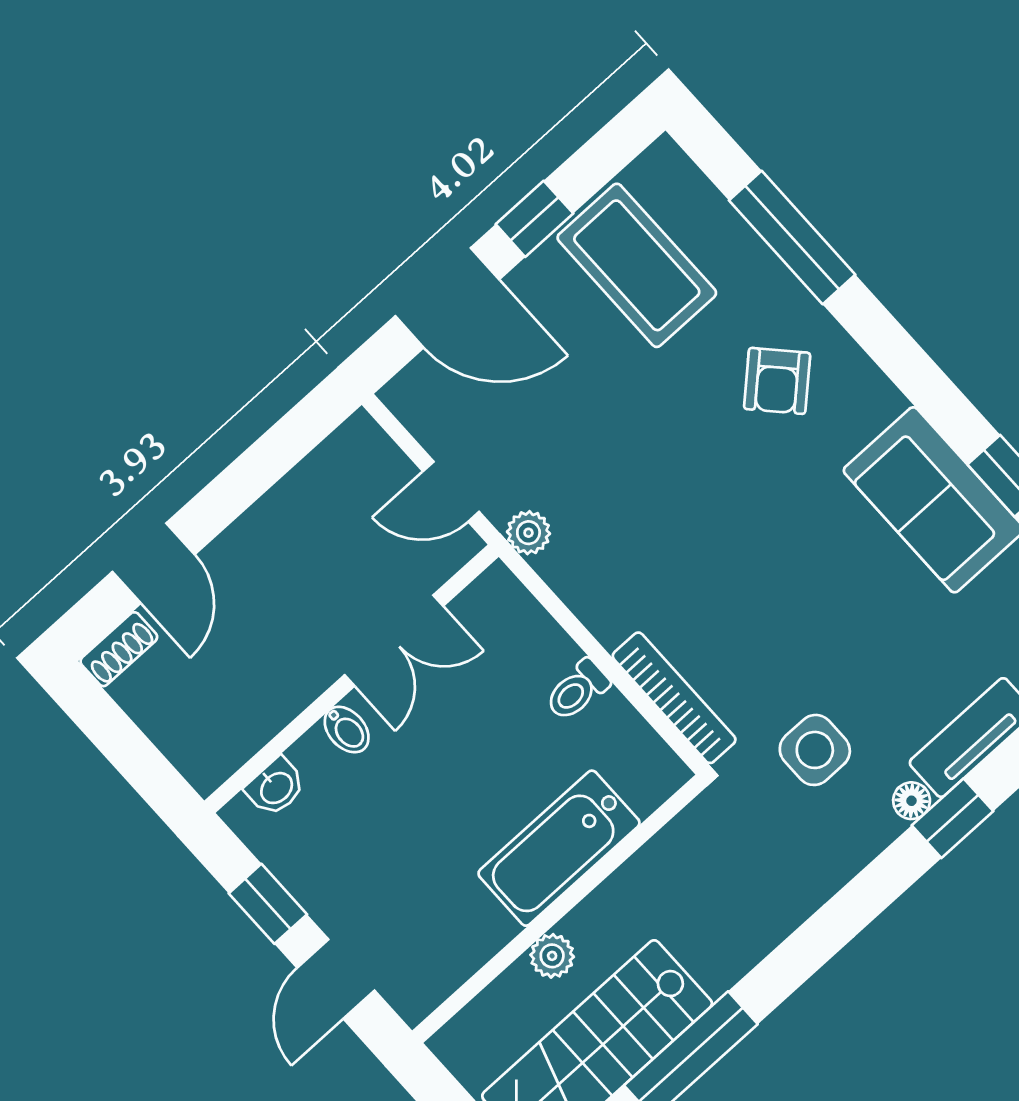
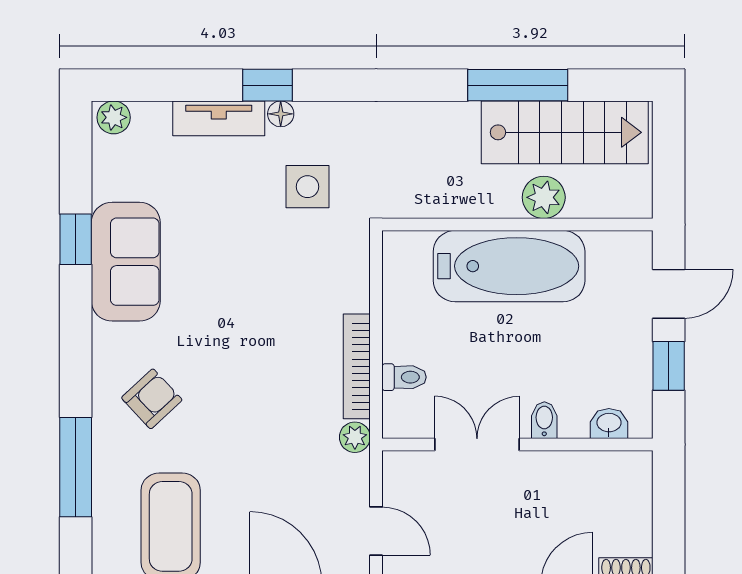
door: (451, 492) -> (376, 531), moved
toilet: (577, 690) -> (404, 377), moved
bookcase: (674, 698) -> (357, 366), moved
bathtub: (559, 848) -> (509, 266), width x1.36, depth x1.36
plant: (552, 956) -> (544, 197), width x1.38, depth x1.38

